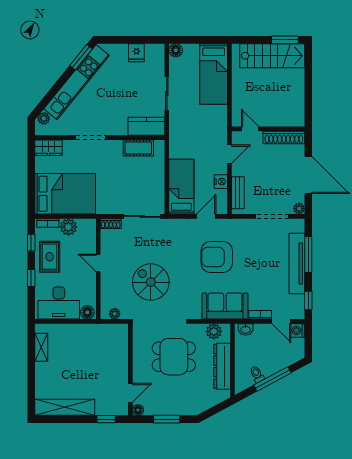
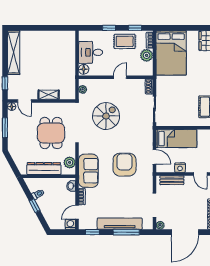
desk: (59, 303) -> (91, 52), width x0.73
shelving: (41, 347) -> (49, 95), moved
window: (272, 379) -> (35, 206), width x0.46

